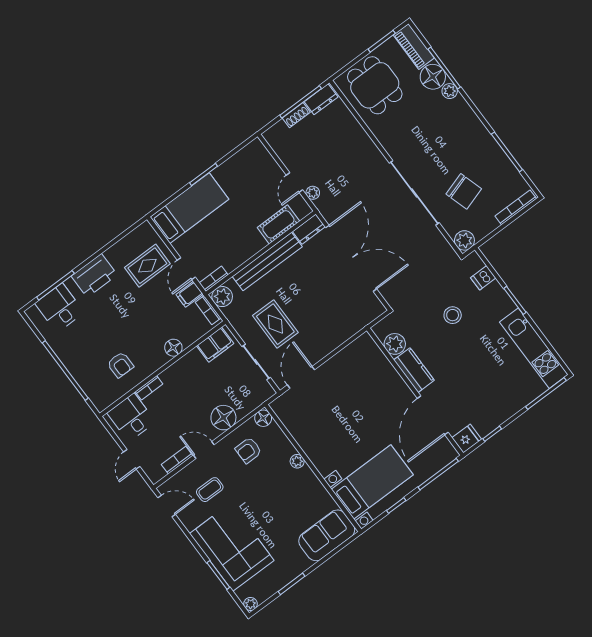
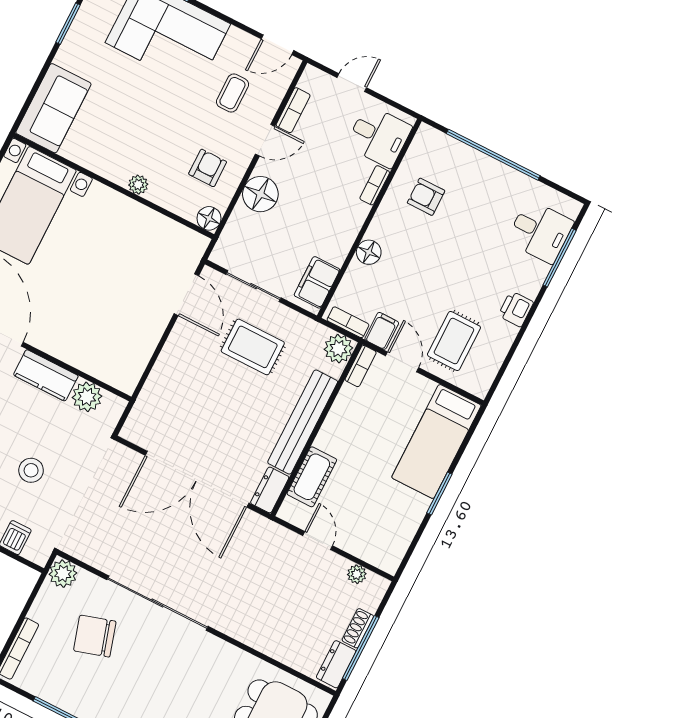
plant: (313, 193) -> (357, 574), moved
printer: (94, 275) -> (516, 309), width x0.53, depth x0.68
door: (132, 459) -> (352, 83), hinge flipped

